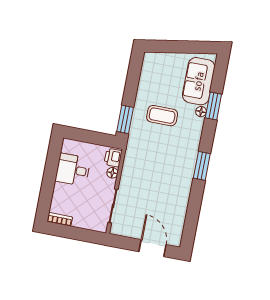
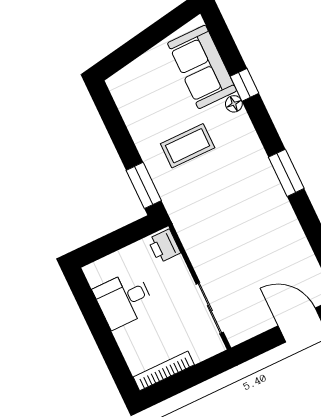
window: (213, 106) -> (244, 85), width x0.67
floor lamp: (112, 173) -> (178, 266), removed
bookcase: (60, 219) -> (164, 371), width x1.56

